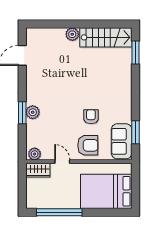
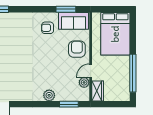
window: (22, 113) -> (69, 104), moved
armchair: (91, 117) -> (48, 28), moved
plant: (35, 154) -> (84, 82), moved

